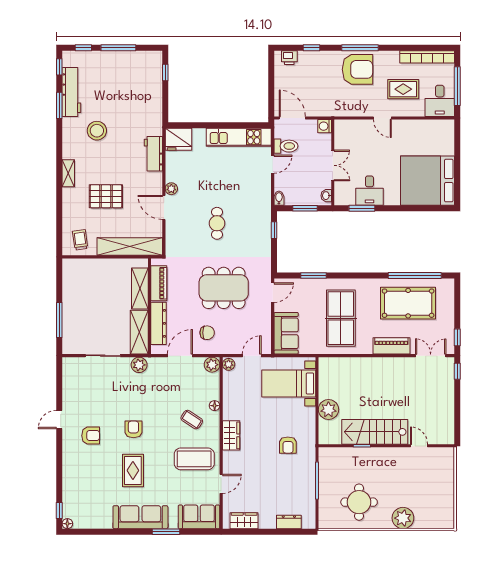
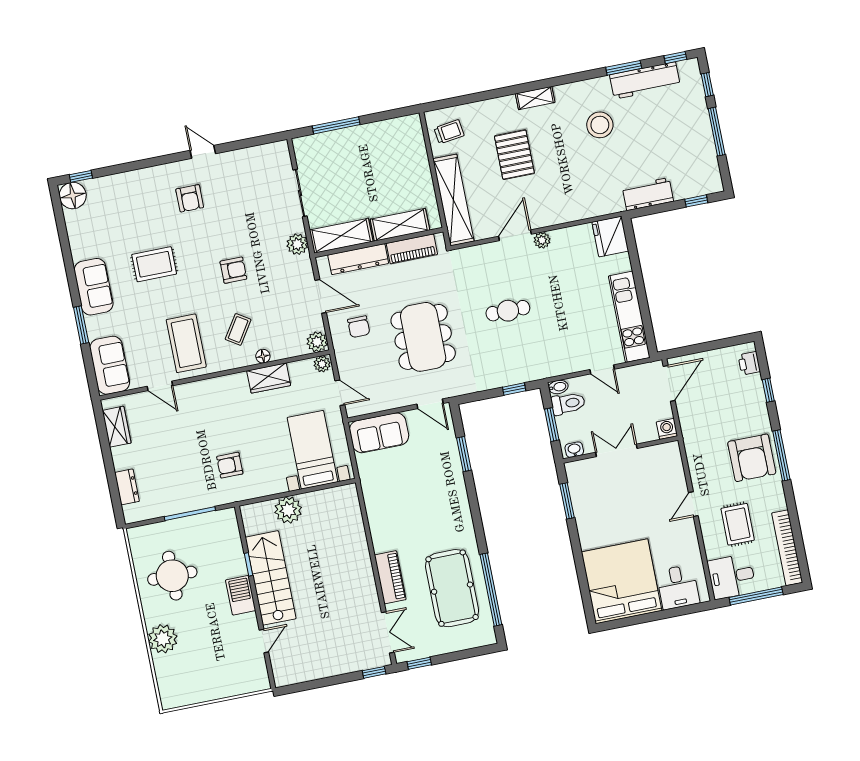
toilet: (286, 146) -> (568, 403), moved, turned -90
workbench: (153, 154) -> (648, 194), moved
double door: (333, 165) -> (616, 450), swing flipped
desk: (369, 191) -> (678, 587), moved, turned -90
table tennis table: (341, 318) -> (414, 502), removed
armchair: (133, 429) -> (233, 270), moved
wardrobe: (231, 435) -> (269, 378), moved
barbecue: (383, 456) -> (241, 595), added
sofa: (140, 517) -> (94, 287), width x0.73
floor lamp: (67, 524) -> (73, 196), width x1.89, depth x1.89

